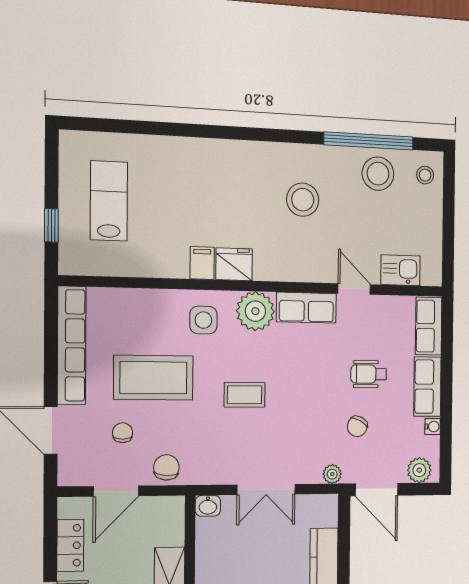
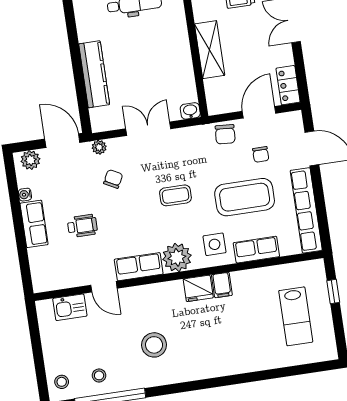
stool: (378, 174) -> (99, 375), width x0.53, depth x0.53
row of seats: (429, 326) -> (256, 250), moved, turned -90
chair: (357, 426) -> (113, 179), moved
locker: (70, 545) -> (288, 85), moved

